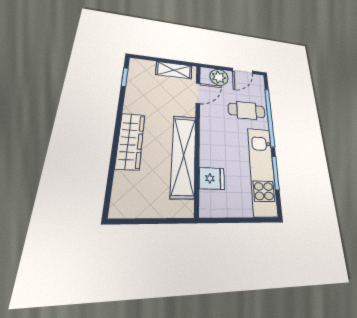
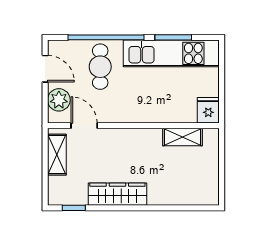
wardrobe: (130, 141) -> (117, 194), moved
shelving: (184, 155) -> (182, 137), width x0.45, depth x0.75
fridge: (212, 178) -> (208, 110), moved

